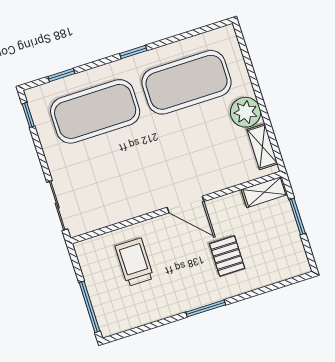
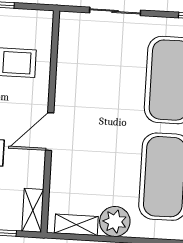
sliding door: (57, 206) -> (115, 11), moved

